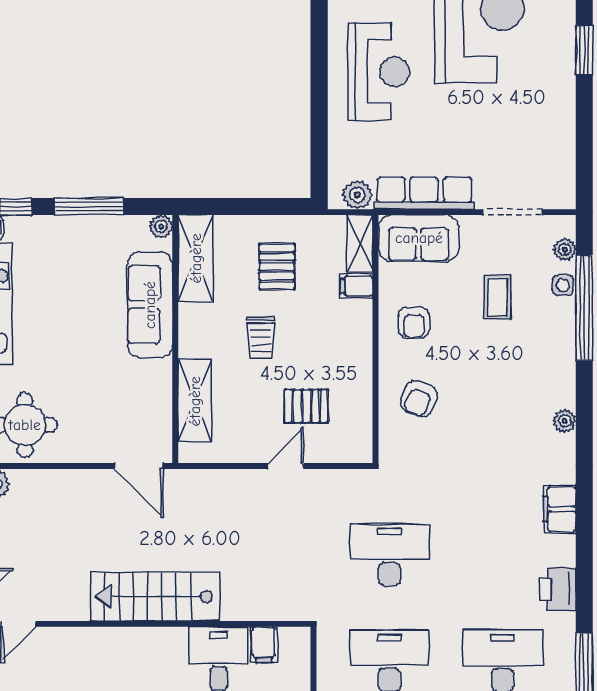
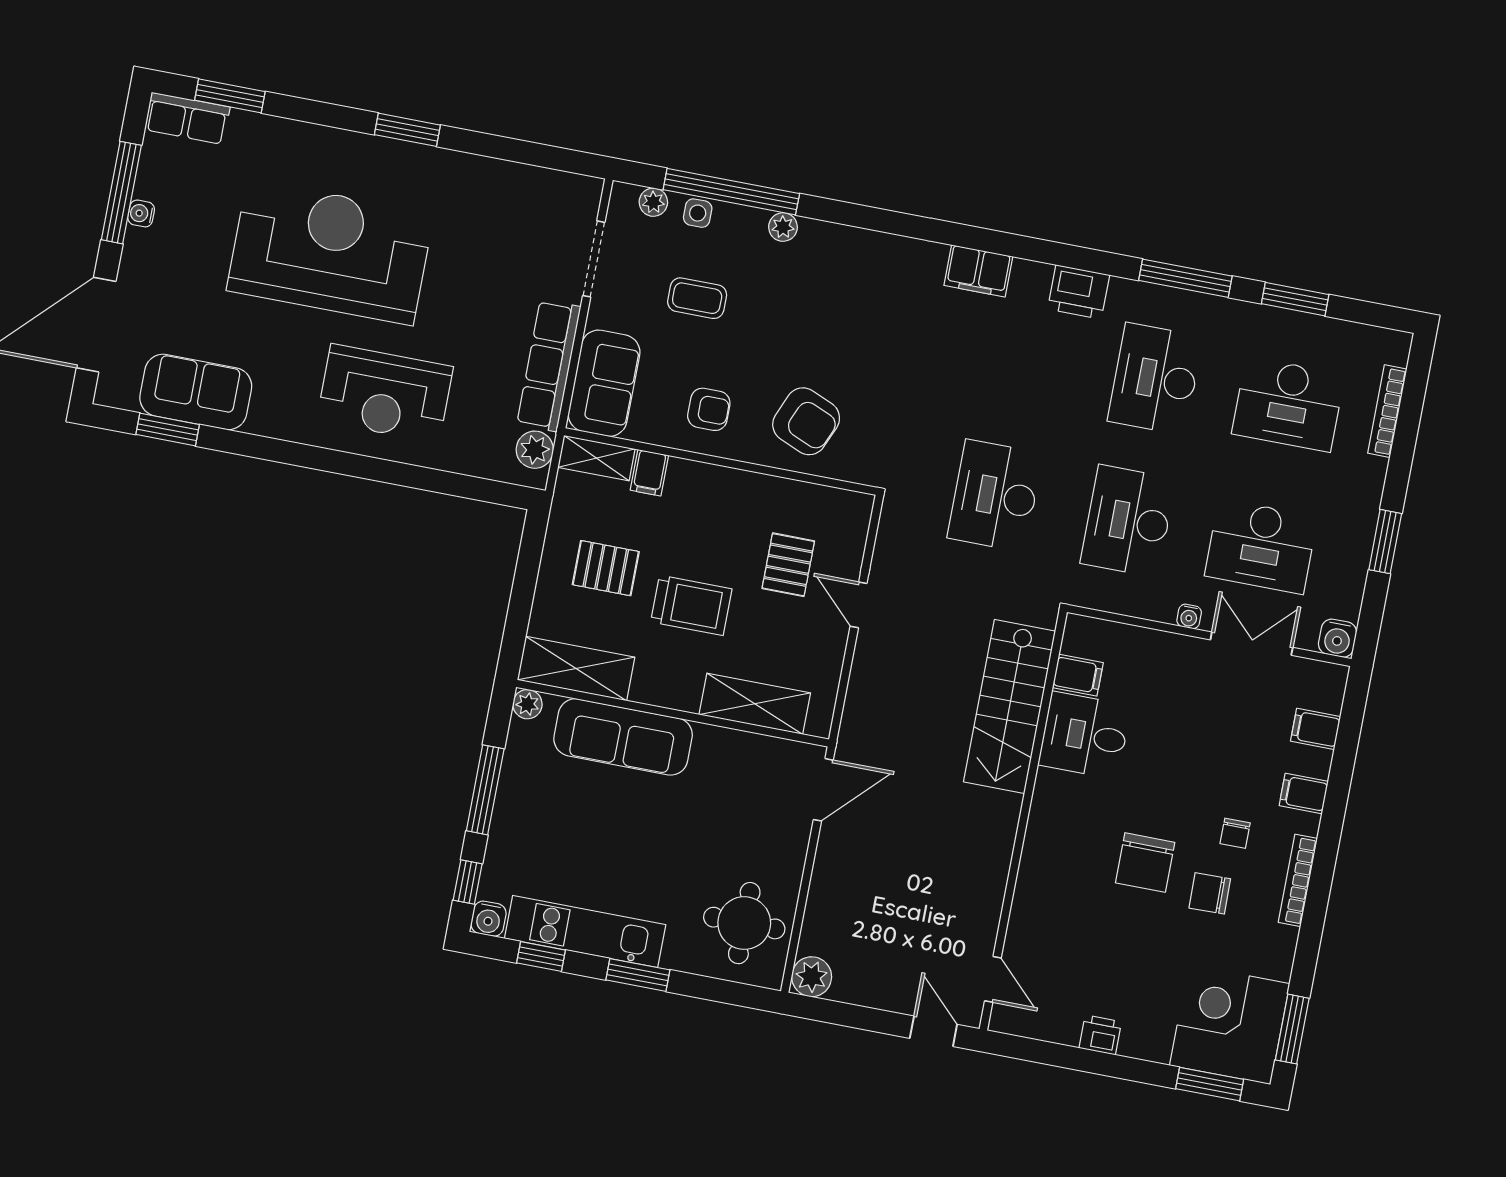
reception desk: (379, 72) -> (385, 393), turned 180
trolley: (261, 338) -> (691, 605), width x1.36, depth x1.39
armchair: (419, 399) -> (806, 421), width x1.38, depth x1.38
plant: (565, 421) -> (783, 227), moved
stairs: (155, 597) -> (1010, 706), moved

